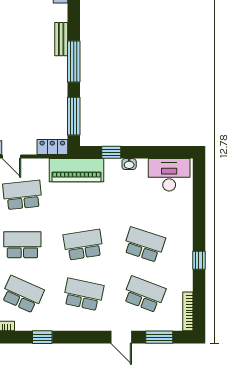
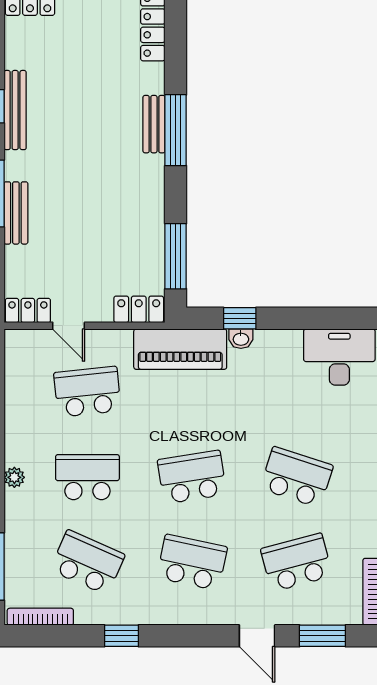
window: (74, 61) -> (176, 130), moved
washbasin: (129, 164) -> (241, 339), moved
school desk: (144, 294) -> (297, 562), turned -36

